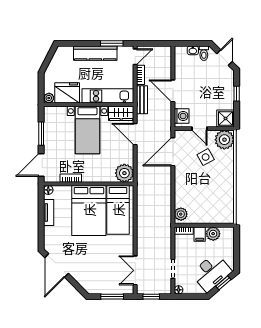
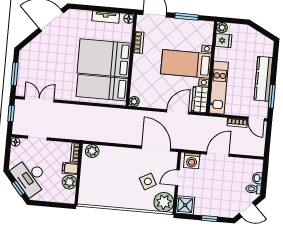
fridge: (67, 93) -> (223, 41), width x0.53, depth x0.75
bench: (142, 100) -> (212, 122), removed
plant: (124, 173) -> (134, 101), width x0.53, depth x0.53

